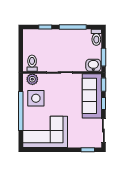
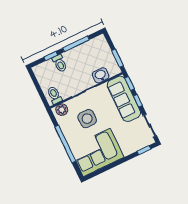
toilet: (96, 37) -> (60, 63), moved
washbasin: (93, 65) -> (101, 75), moved
side table: (36, 98) -> (87, 119), moved

